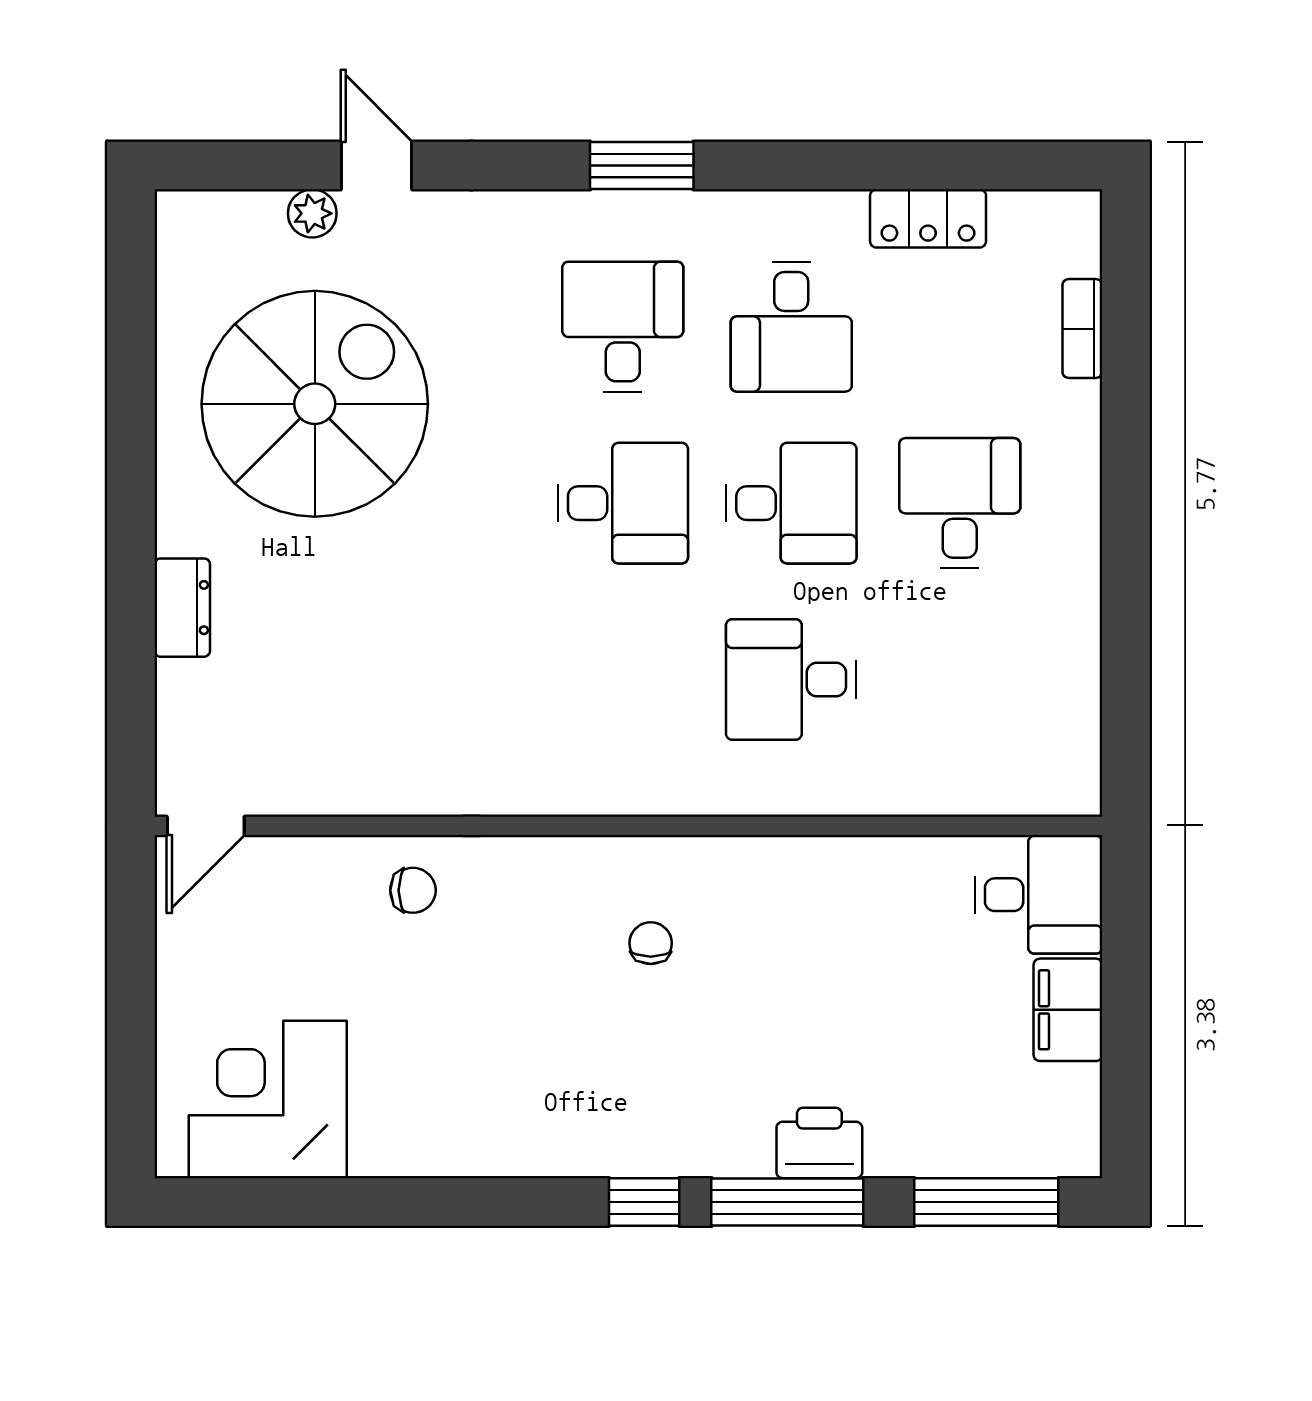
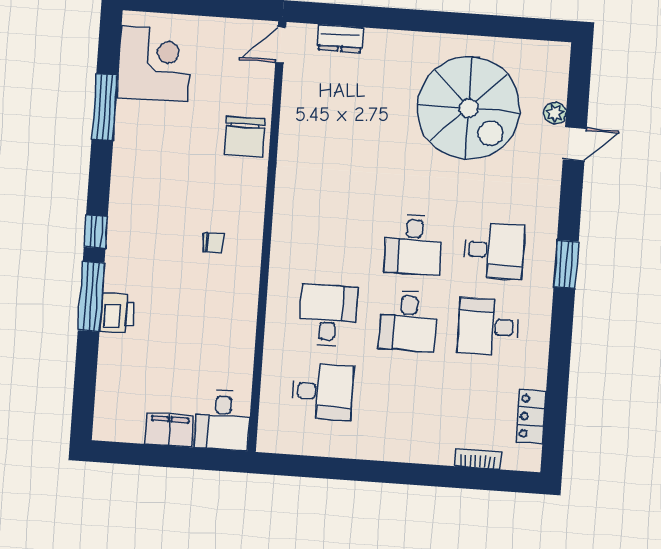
locker: (928, 218) -> (531, 416), moved
desk: (960, 503) -> (323, 392), moved
dresser: (182, 608) -> (340, 38), moved
door: (206, 826) -> (281, 45), hinge flipped
chair: (413, 890) -> (245, 137), width x1.87, depth x1.87
window: (986, 1202) -> (105, 107), moved

